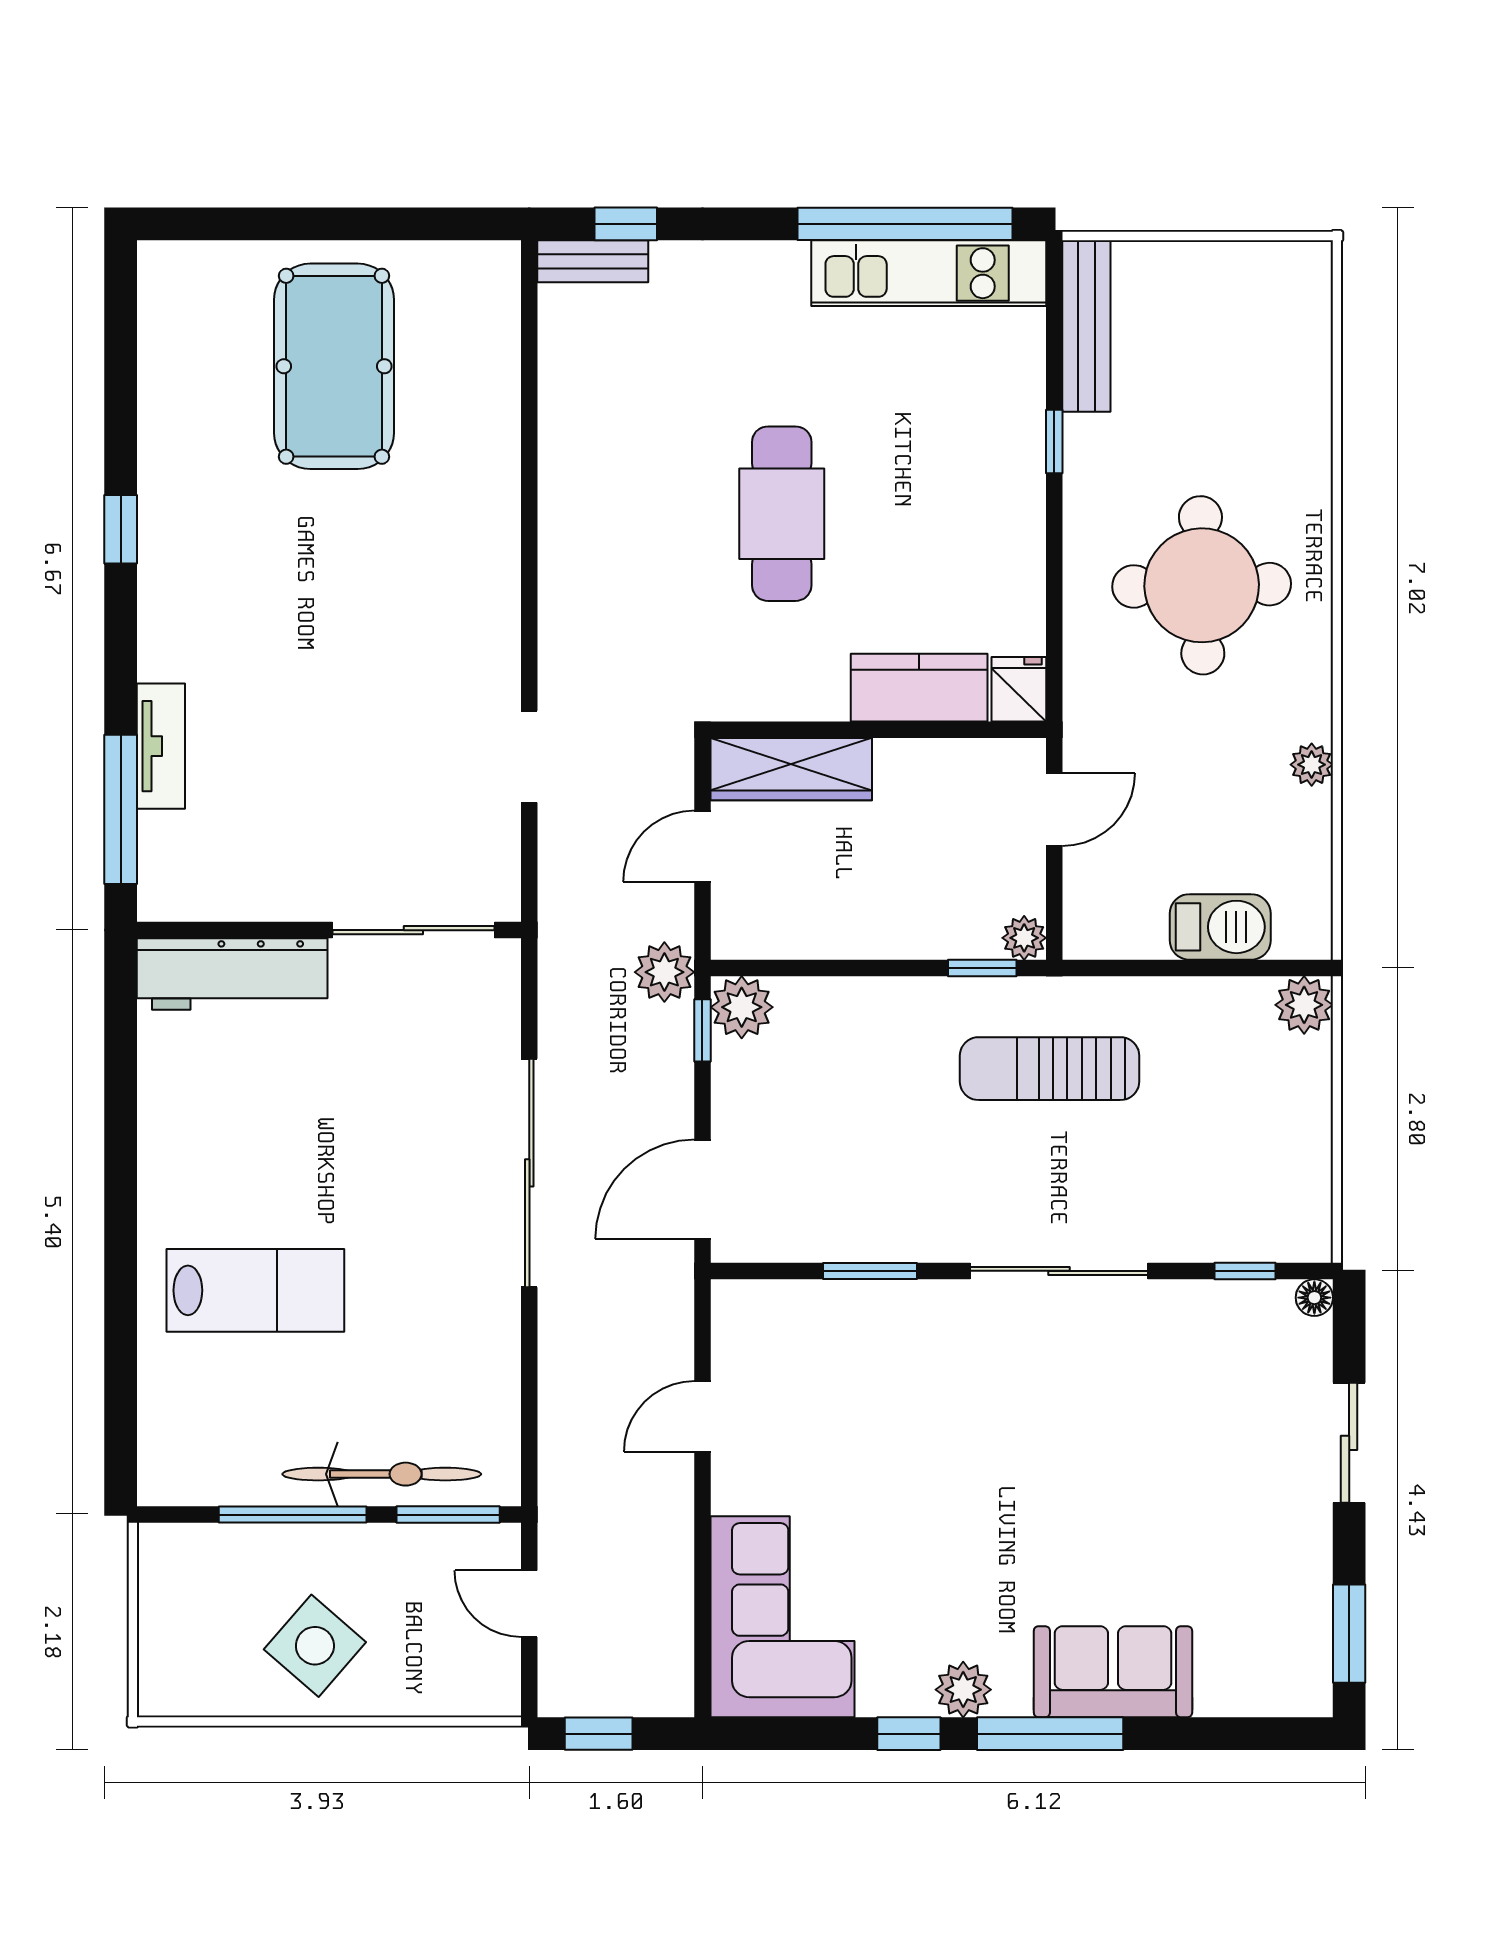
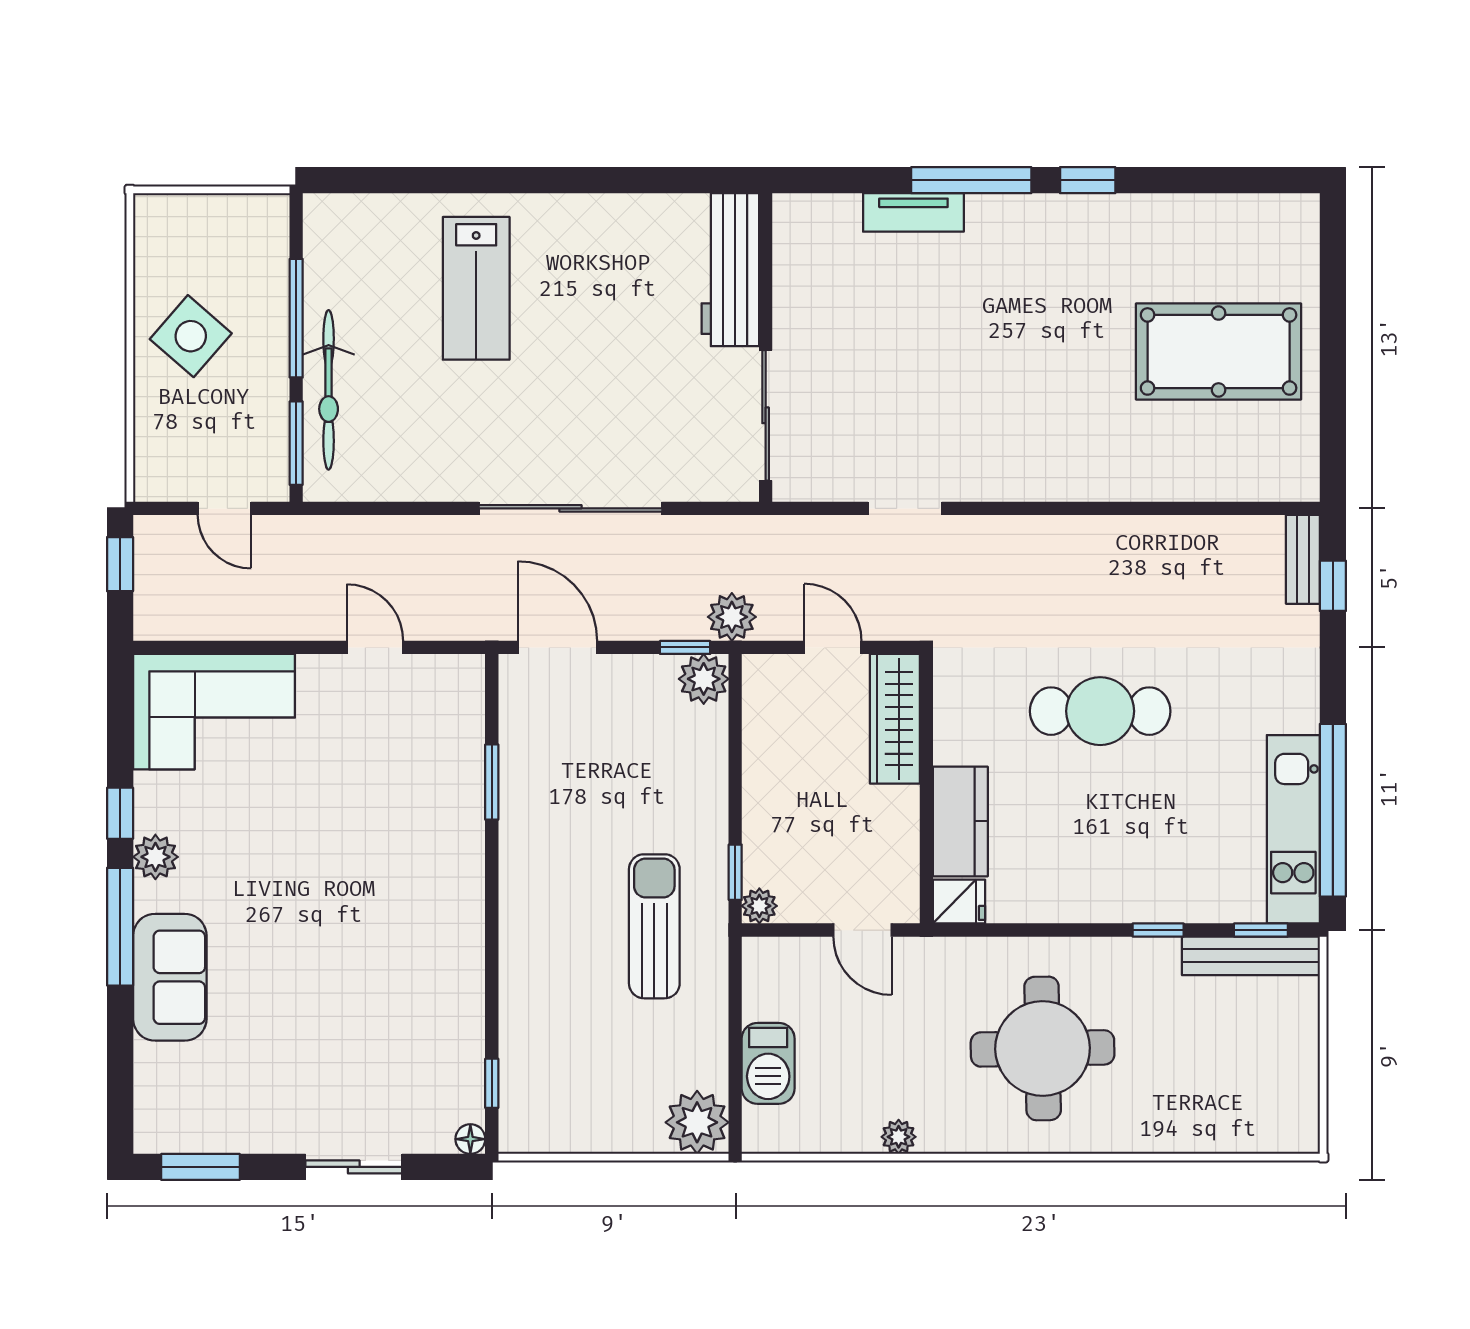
window: (1054, 314) -> (1261, 930), added
window: (121, 809) -> (971, 180), moved
plant: (1304, 1005) -> (697, 1122), width x1.36, depth x1.36
sliding door: (1059, 1271) -> (492, 934), removed
door: (529, 1604) -> (224, 508), swing flipped

